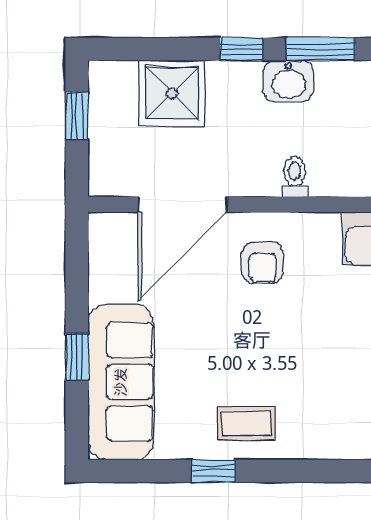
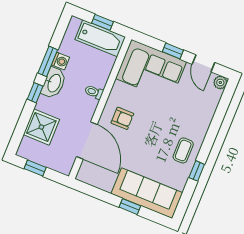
washing machine: (333, 76) -> (60, 61), added
washbasin: (288, 81) -> (54, 83), width x1.38

